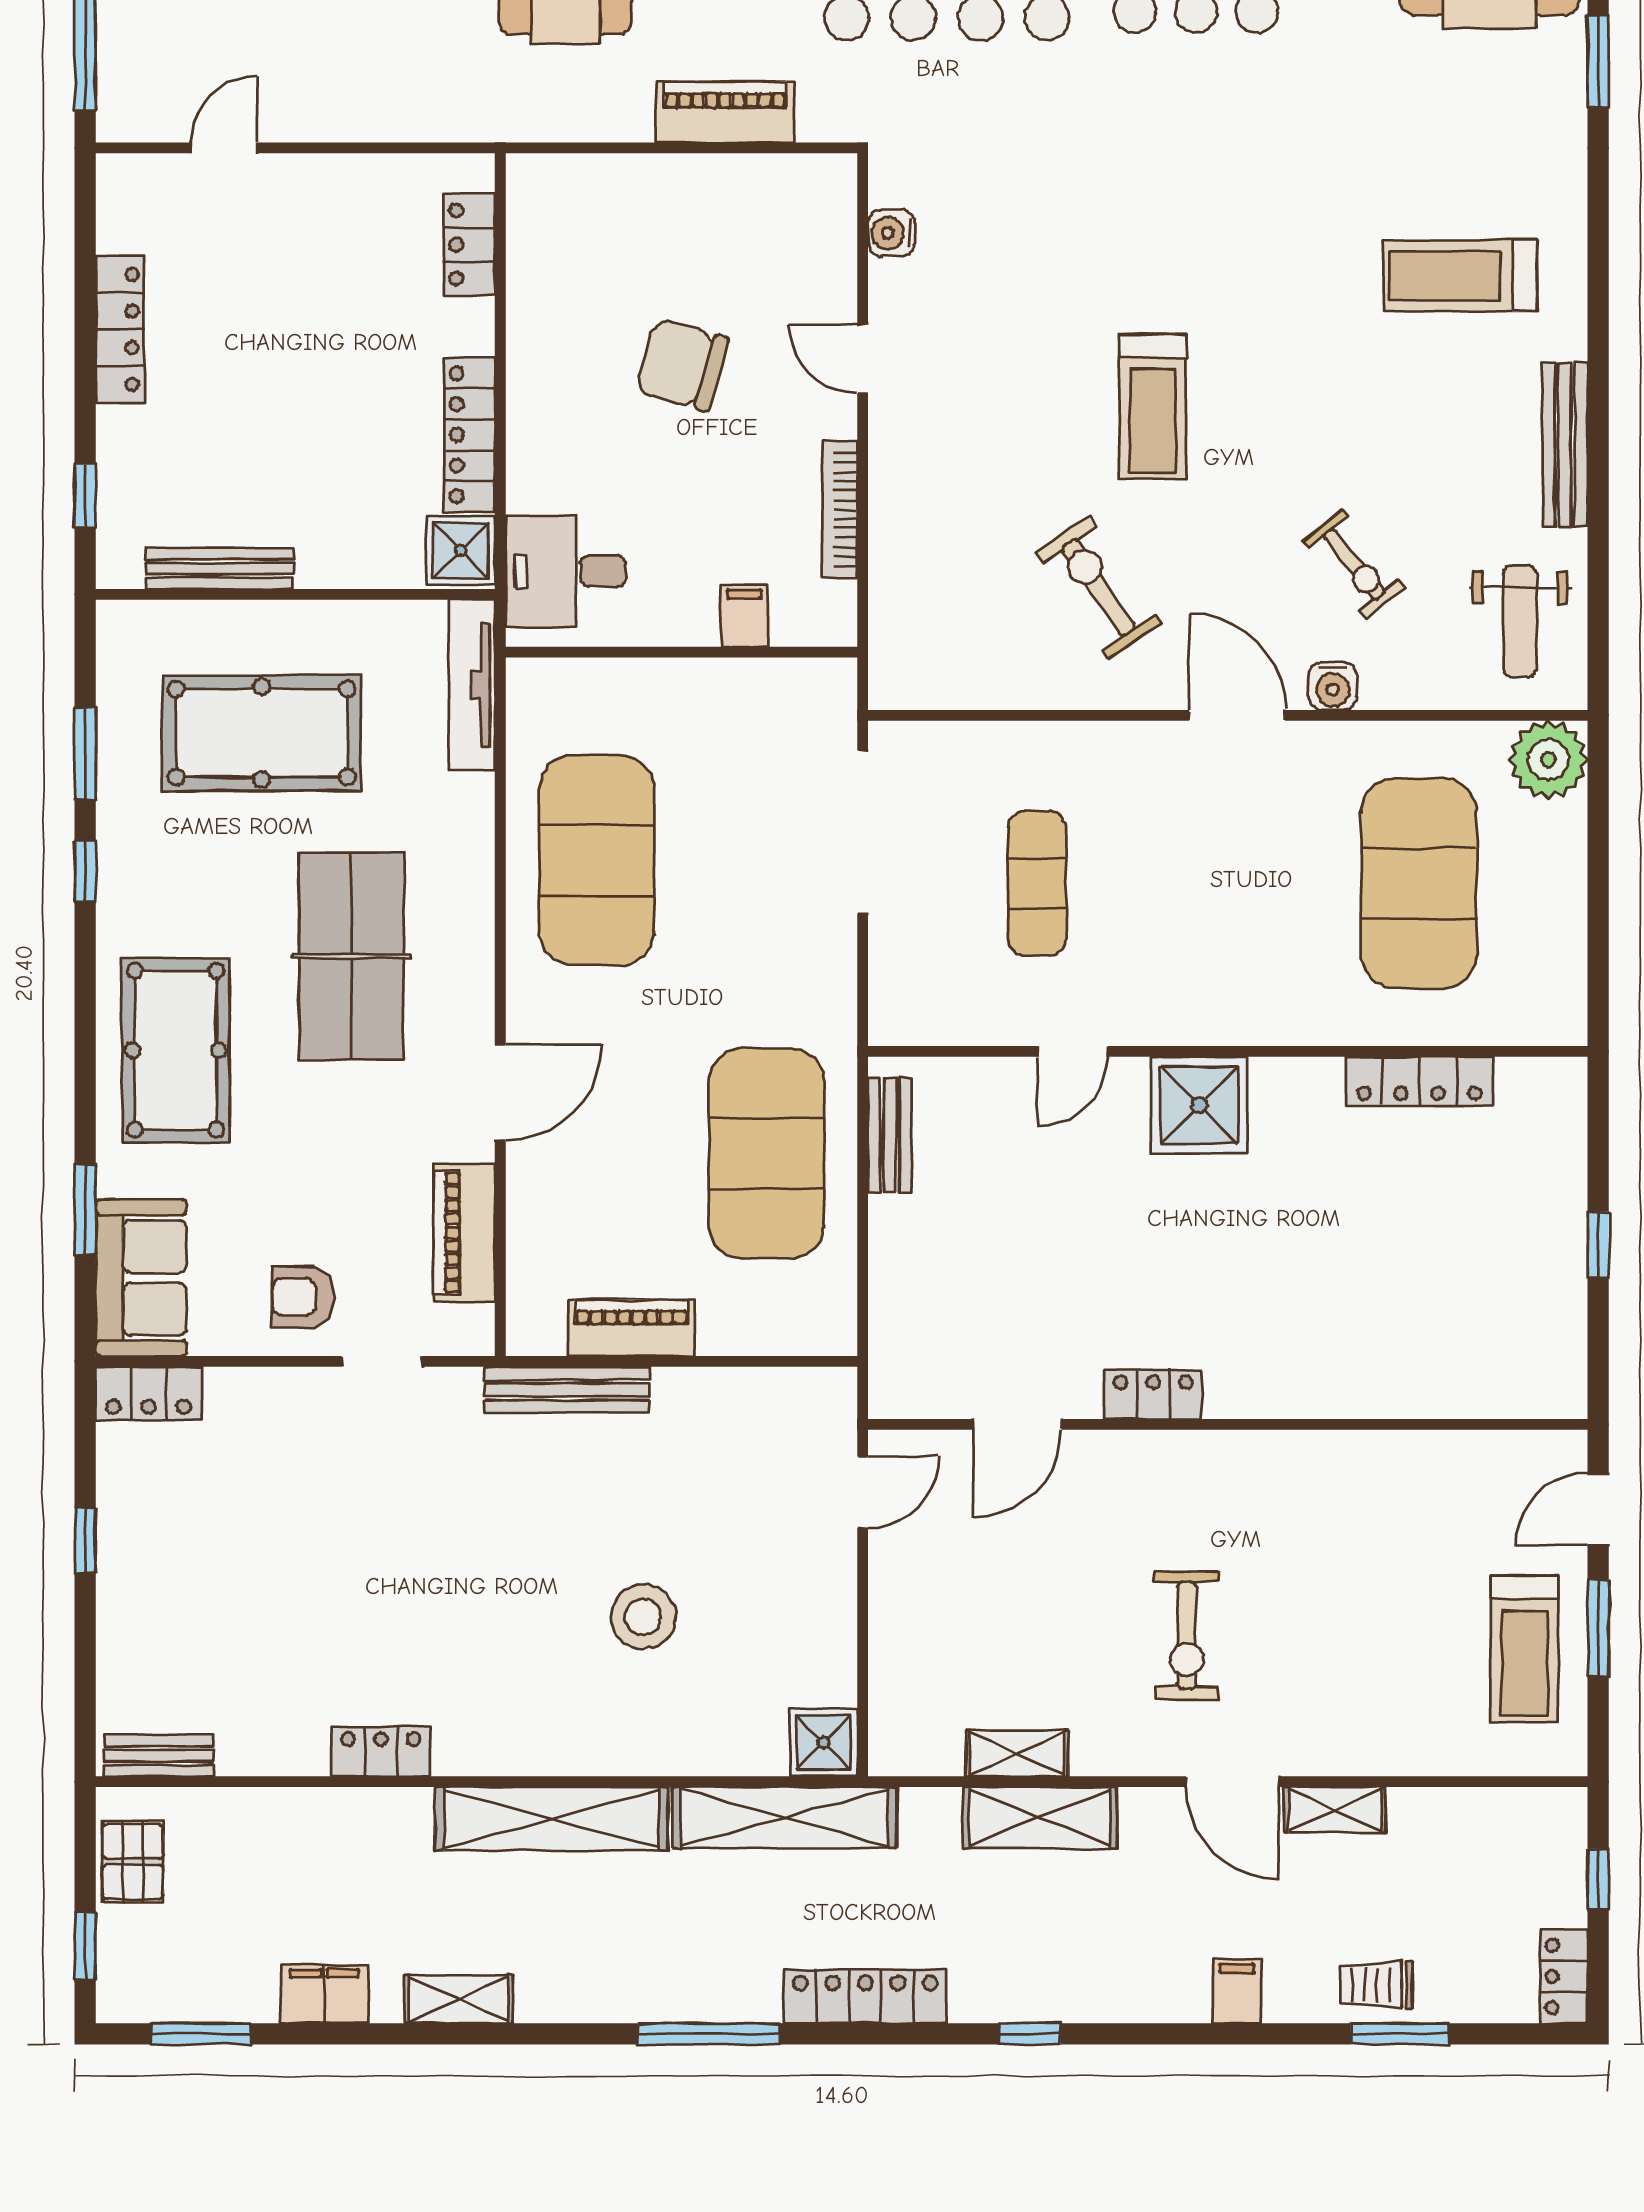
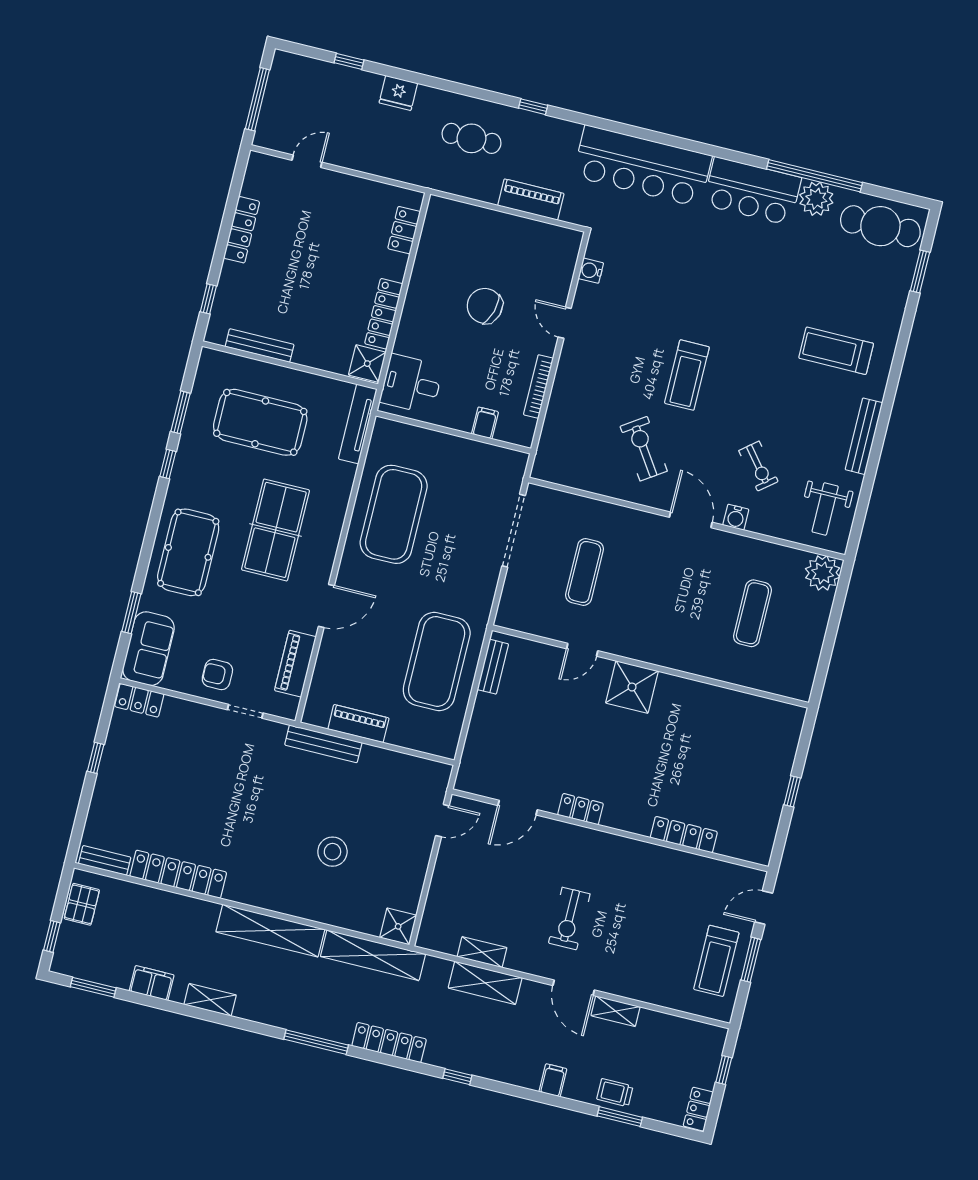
exercise mat: (1419, 883) -> (752, 613), width x0.50, depth x0.69
locker: (1419, 1081) -> (684, 835), moved, turned 180
locker: (381, 1752) -> (178, 874), width x2.16, depth x1.21

